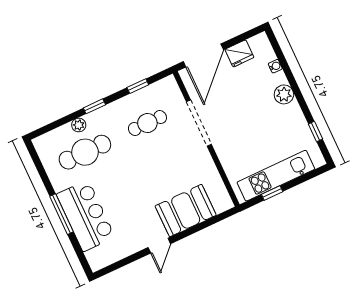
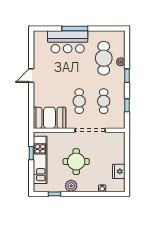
door: (203, 56) -> (127, 151), removed
plant: (284, 94) -> (71, 186), moved
round table: (254, 122) -> (76, 162), added
cafe table: (164, 159) -> (79, 101), added
booth: (186, 211) -> (49, 118), moved, turned 90
door: (159, 246) -> (31, 76), hinge flipped

